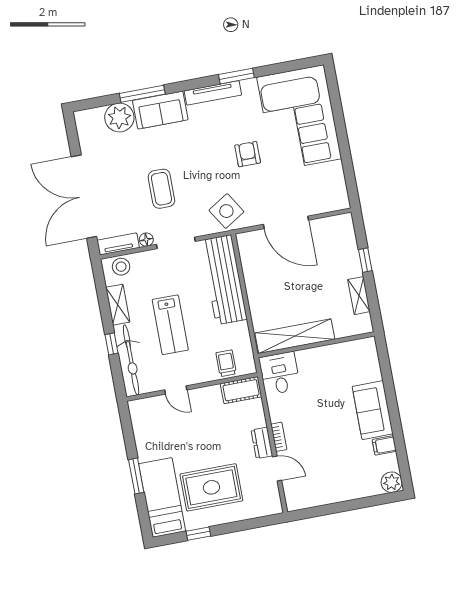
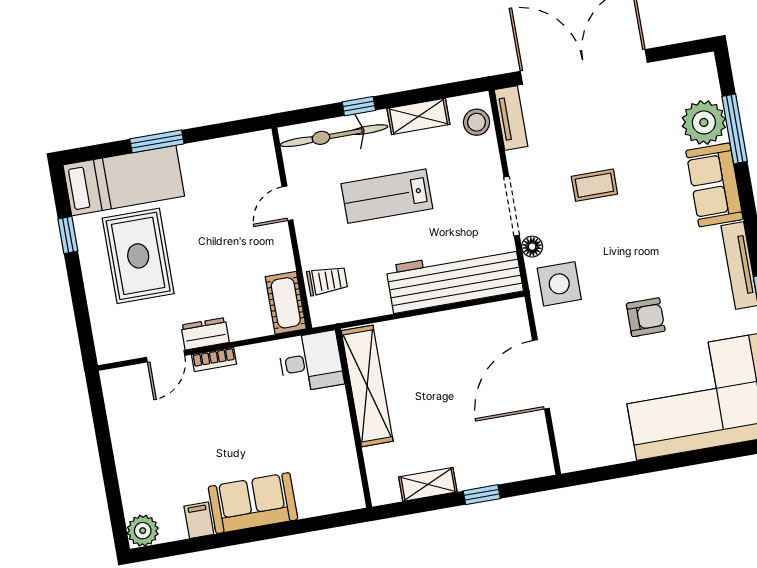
window: (142, 94) -> (735, 129), moved
coffee table: (161, 189) -> (594, 185), width x0.73, depth x0.77
side table: (226, 211) -> (559, 284), turned 32
floor lamp: (146, 240) -> (532, 247), moved

